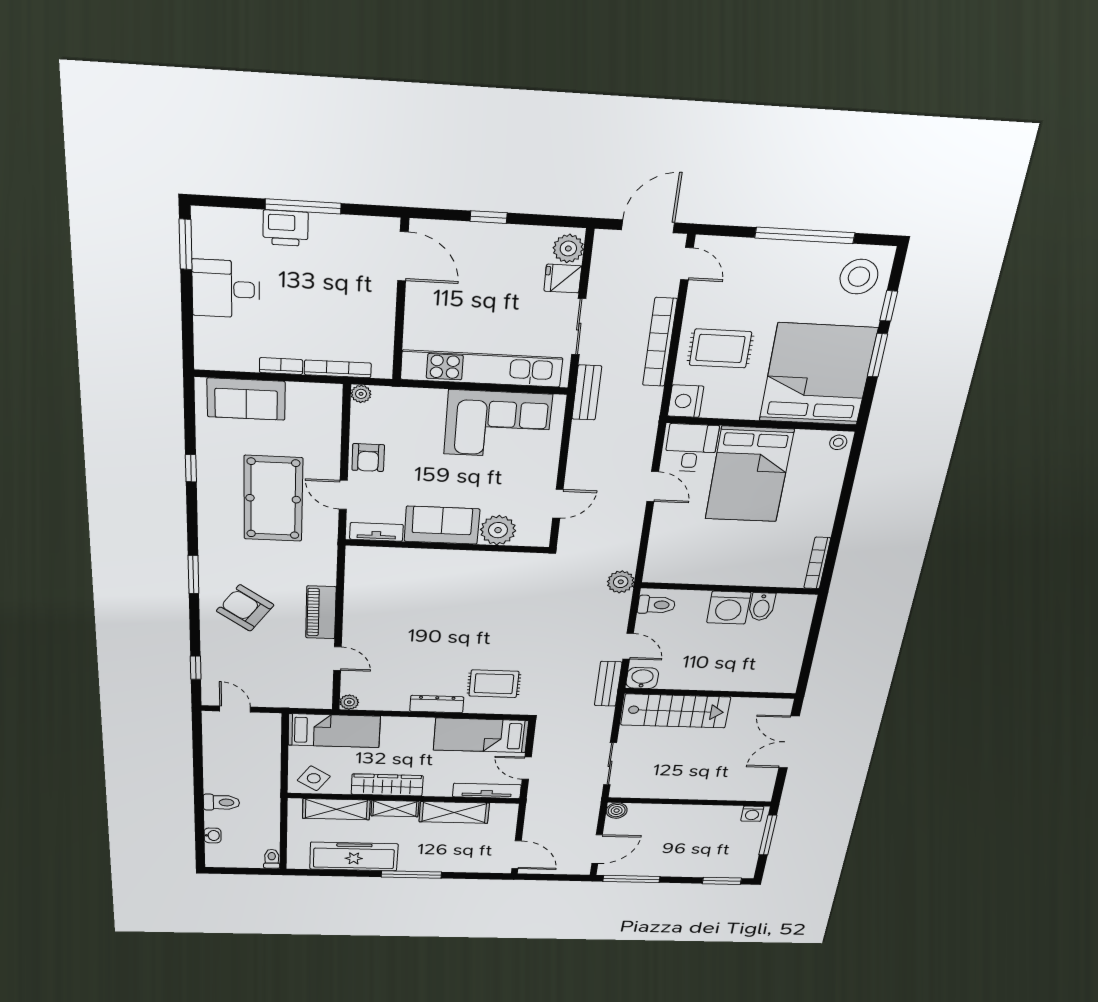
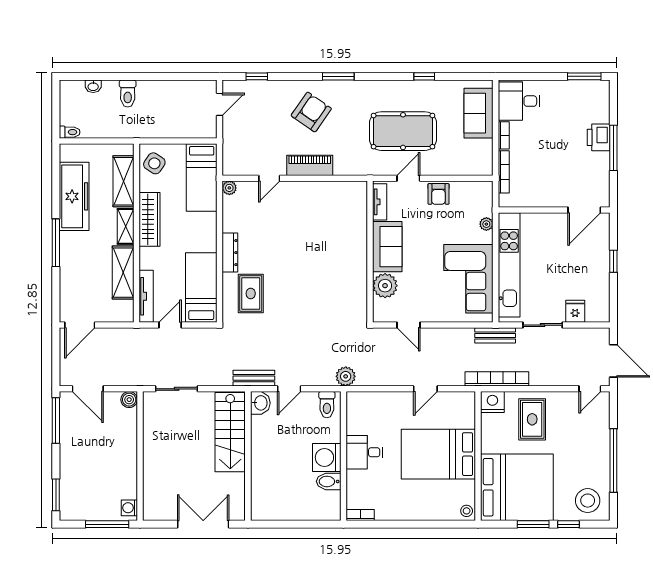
plant: (568, 249) -> (596, 313), removed
desk: (226, 289) -> (519, 101), moved, turned -90
bookcase: (660, 342) -> (497, 379), moved
plant: (361, 394) -> (486, 224), moved
desk: (691, 448) -> (364, 452), moved, turned 180
armchair: (368, 458) -> (438, 194), turned -90
bookcase: (817, 563) -> (360, 515), width x0.64

